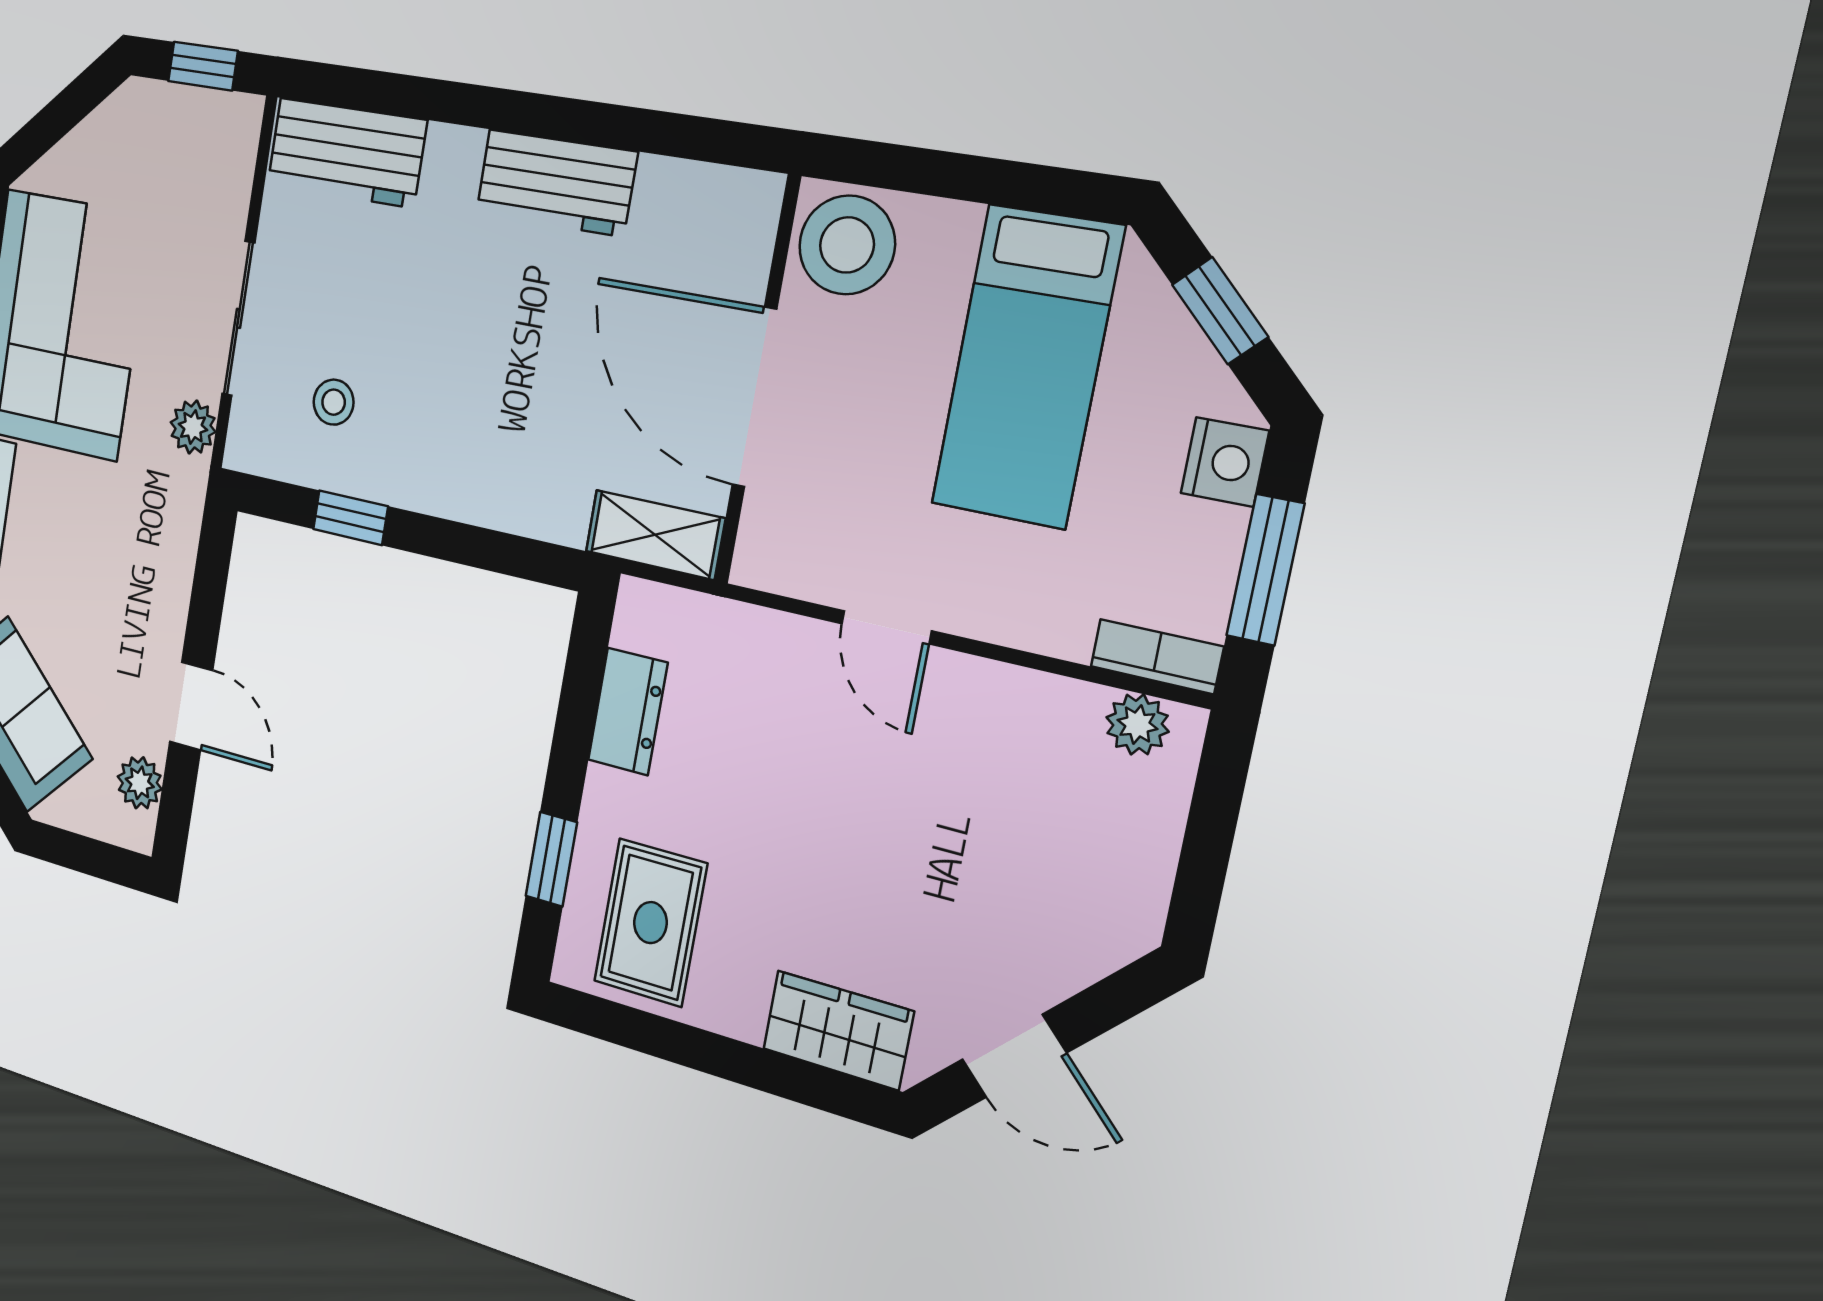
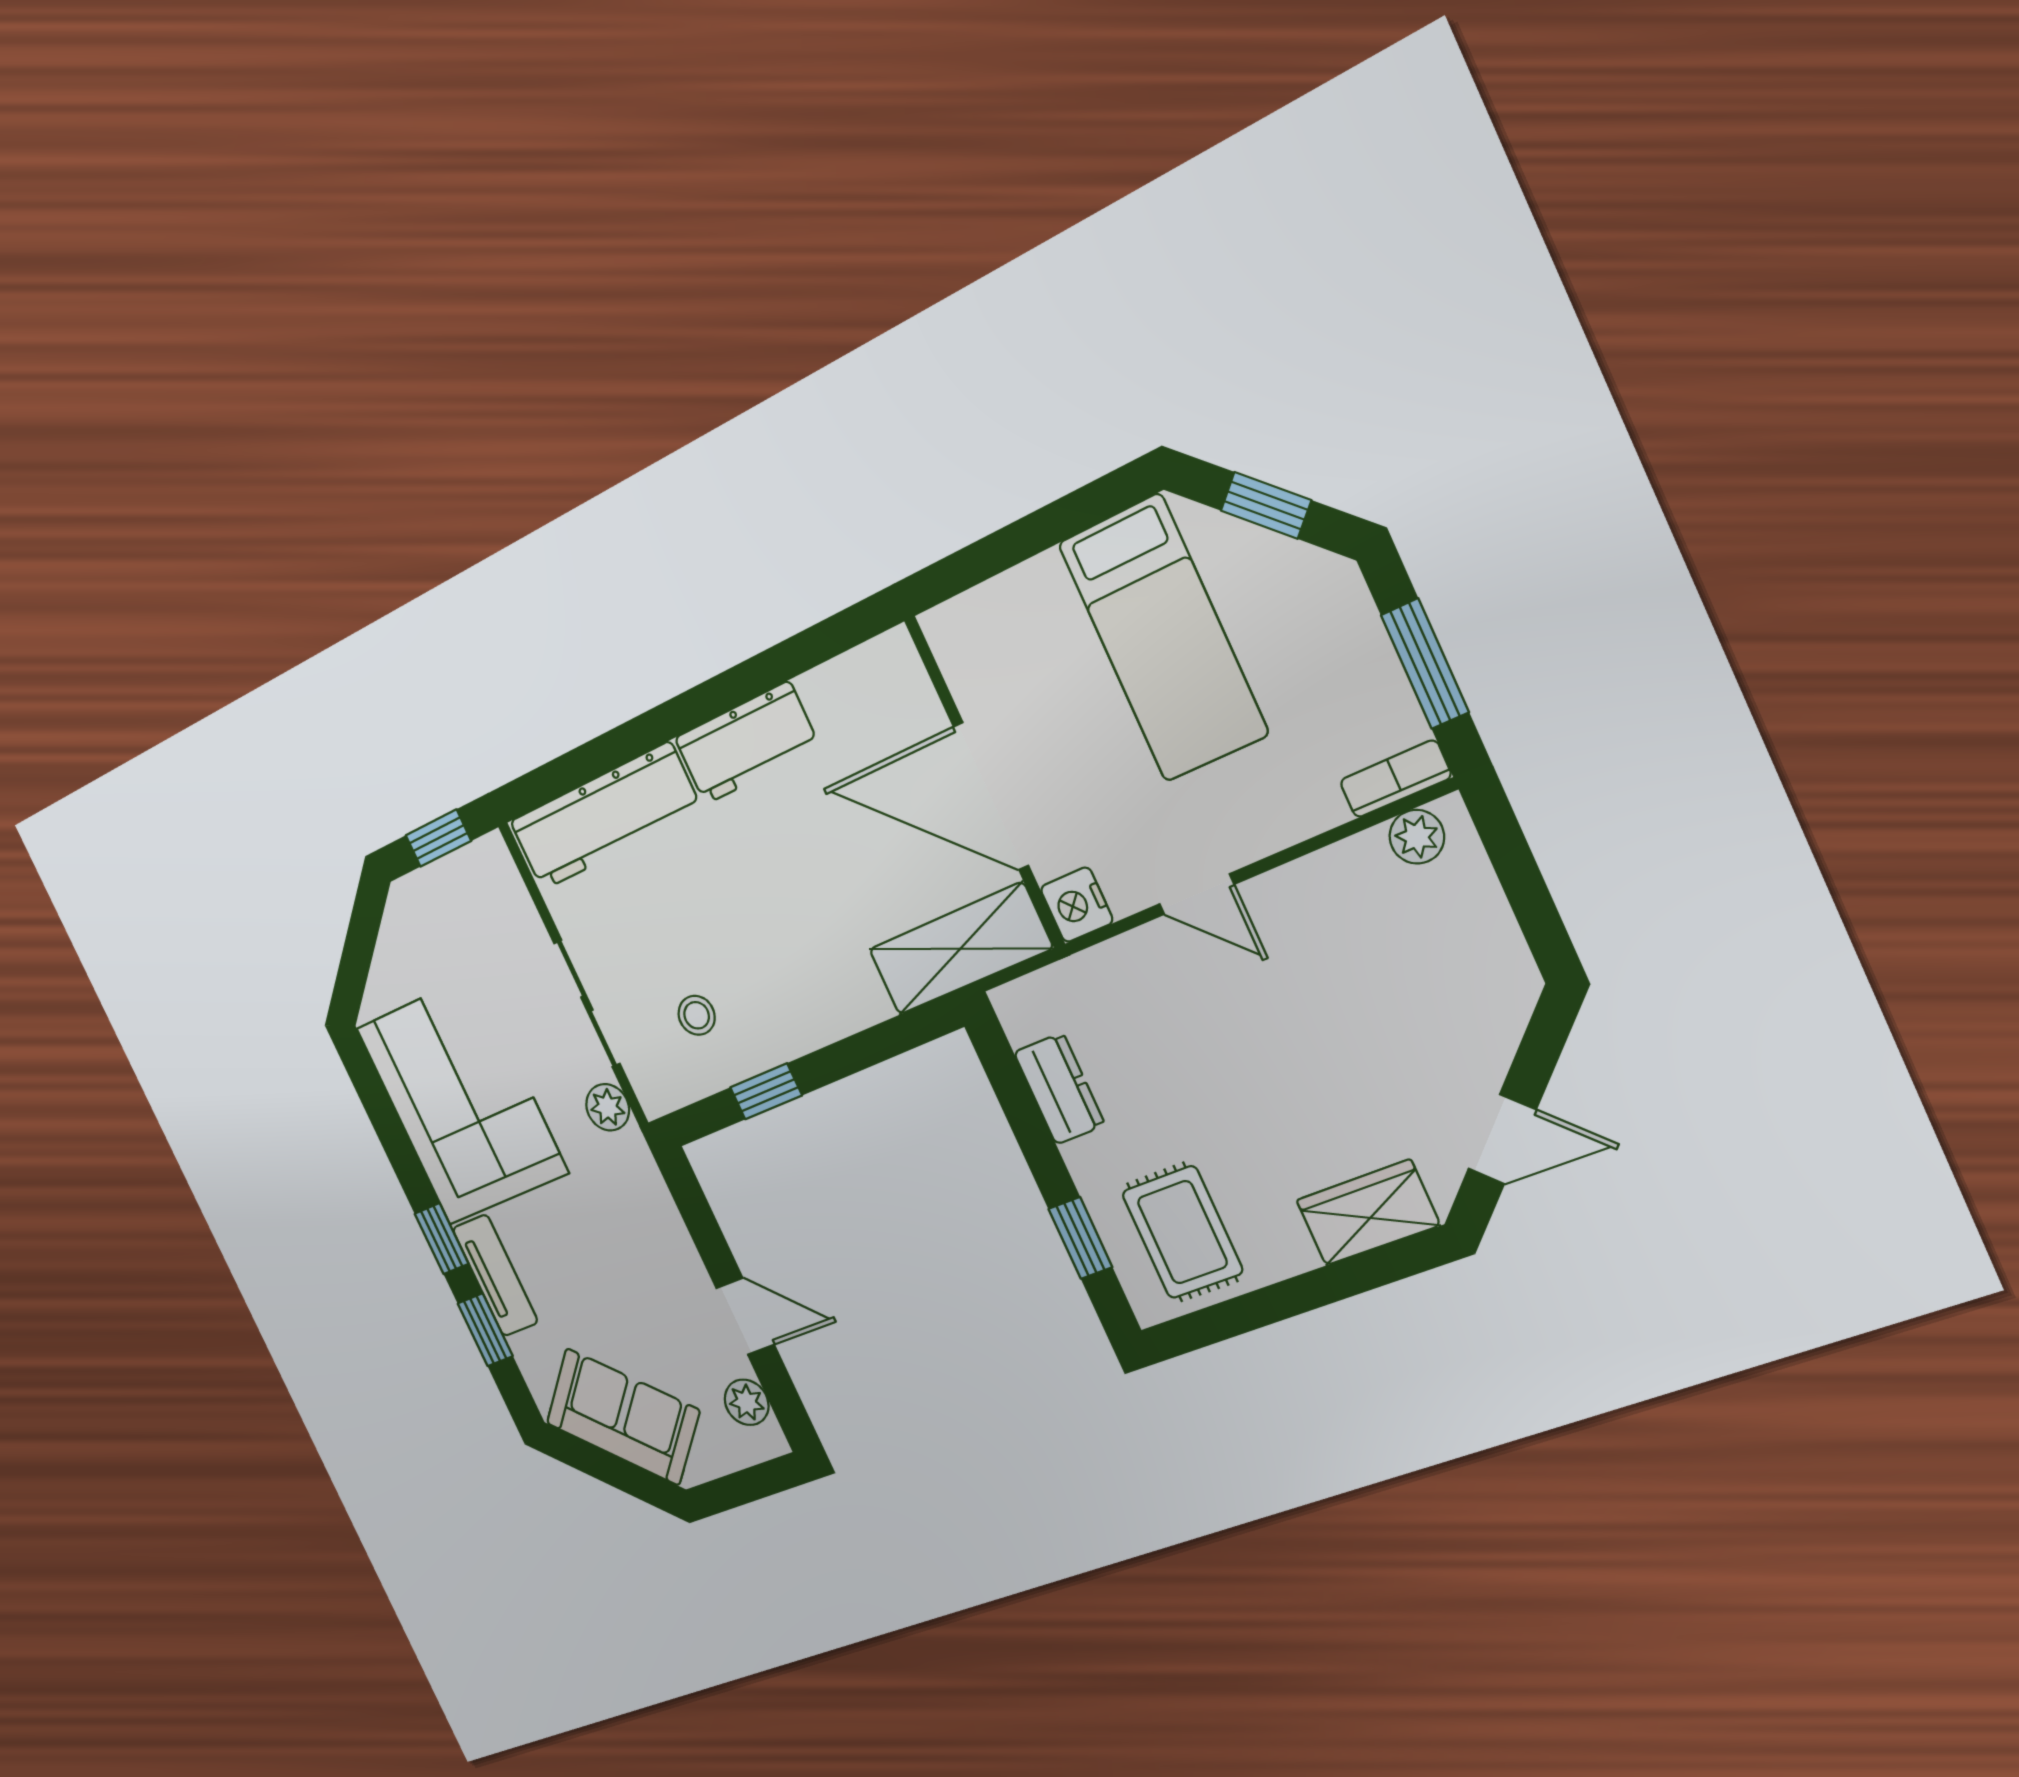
workbench: (346, 153) -> (605, 816), width x1.38
stool: (847, 245) -> (980, 642), removed
nightstand: (1225, 462) -> (1077, 905), moved, turned 180
shelving: (655, 535) -> (960, 949), width x1.50, depth x1.33

